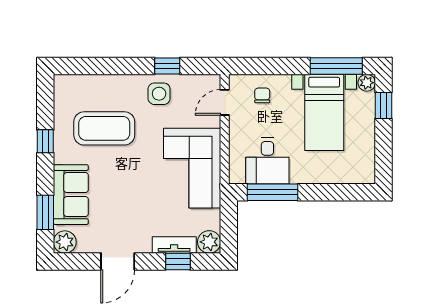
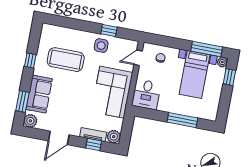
desk: (267, 161) -> (146, 94), moved
window: (273, 192) -> (182, 120), moved

